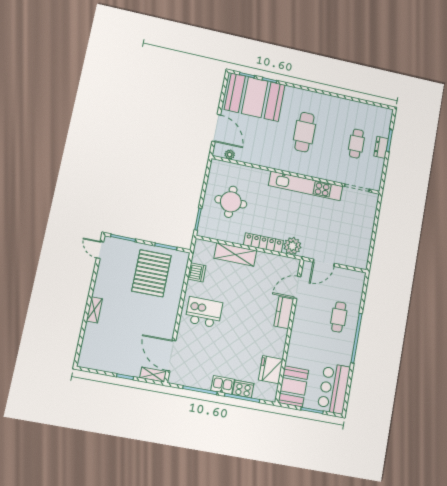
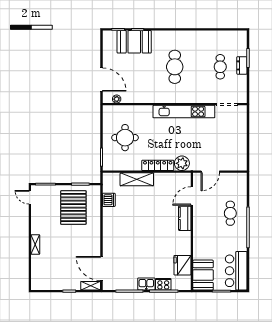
booth: (255, 97) -> (134, 42), width x0.73, depth x0.70
kitchen island: (204, 312) -> (121, 230), removed

